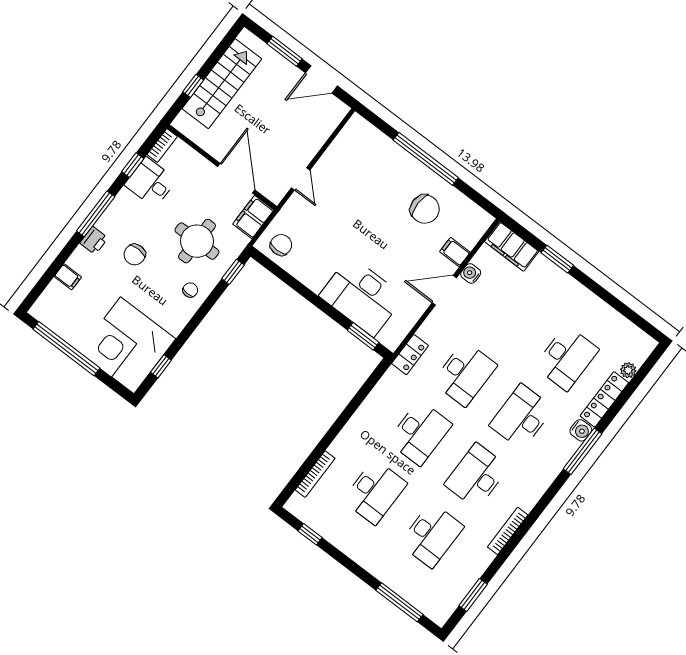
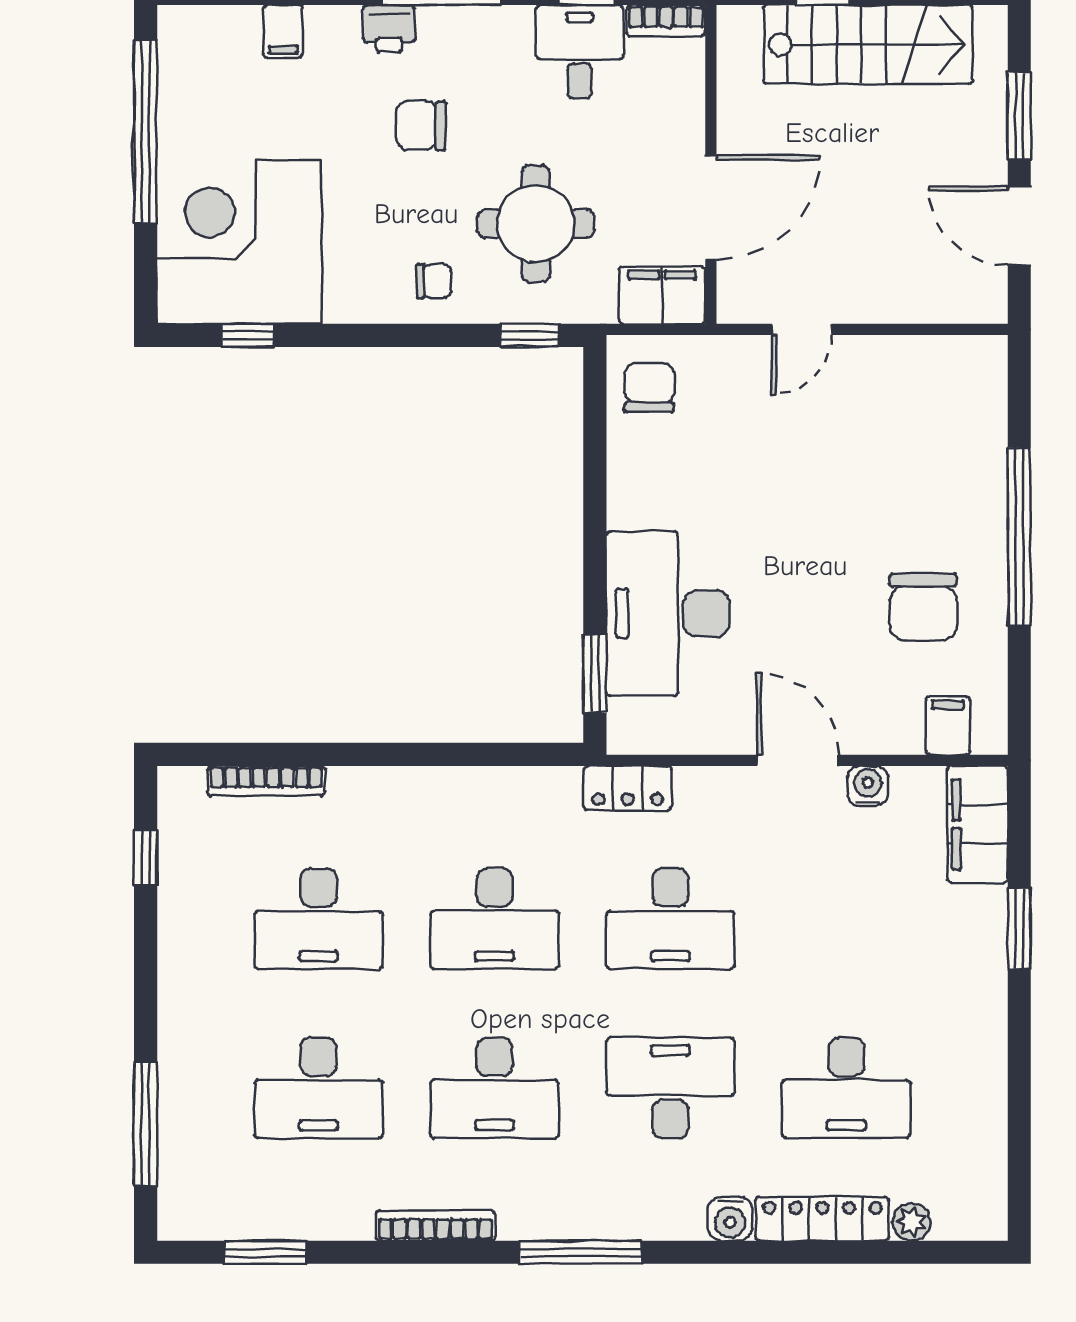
chair: (281, 245) -> (649, 388), turned -90
filing cabinet: (455, 252) -> (948, 725), moved
window: (583, 451) -> (581, 1252), moved
desk: (477, 476) -> (494, 1088), turned 180

